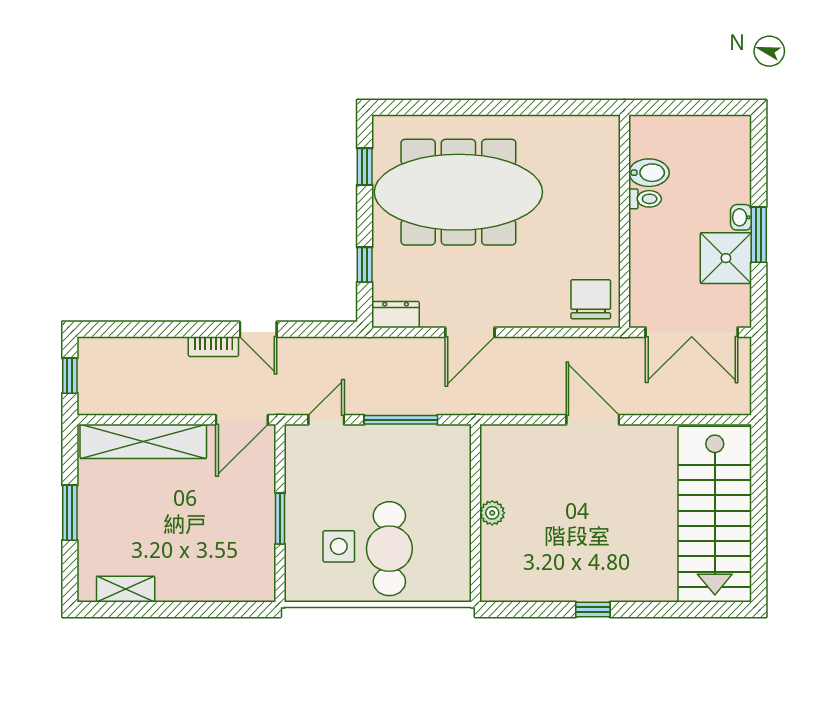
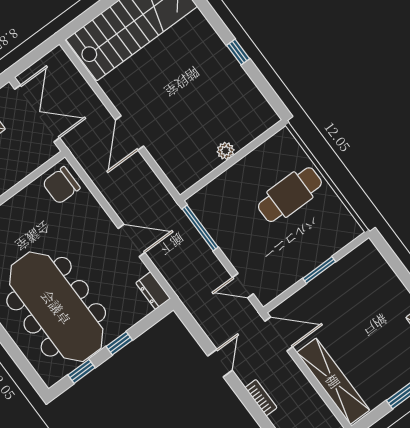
window: (365, 265) -> (119, 343), moved
bookcase: (213, 347) -> (261, 398), moved
window: (401, 420) -> (200, 228), moved
side table: (339, 546) -> (310, 225), removed

